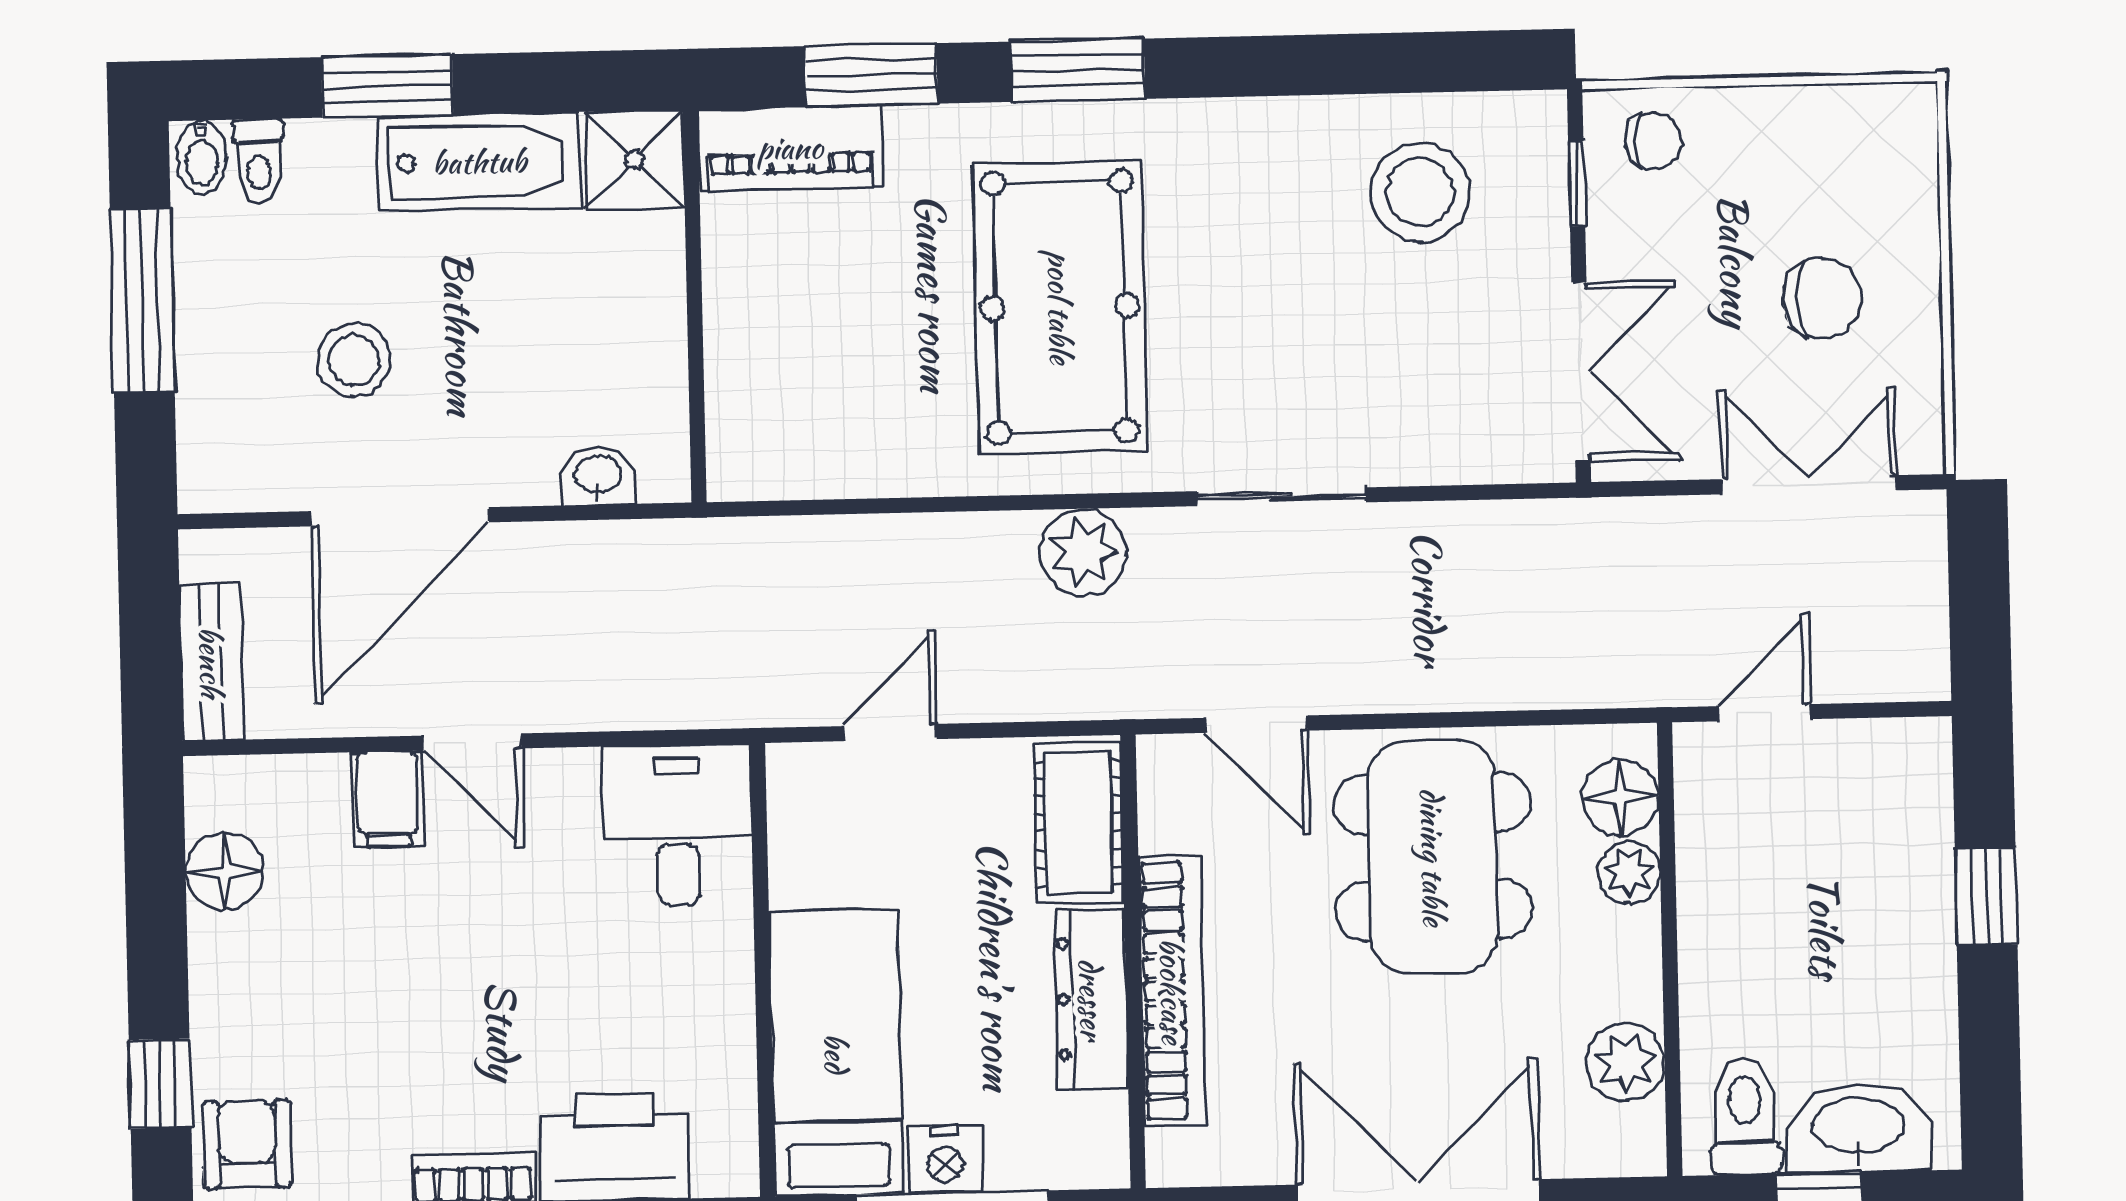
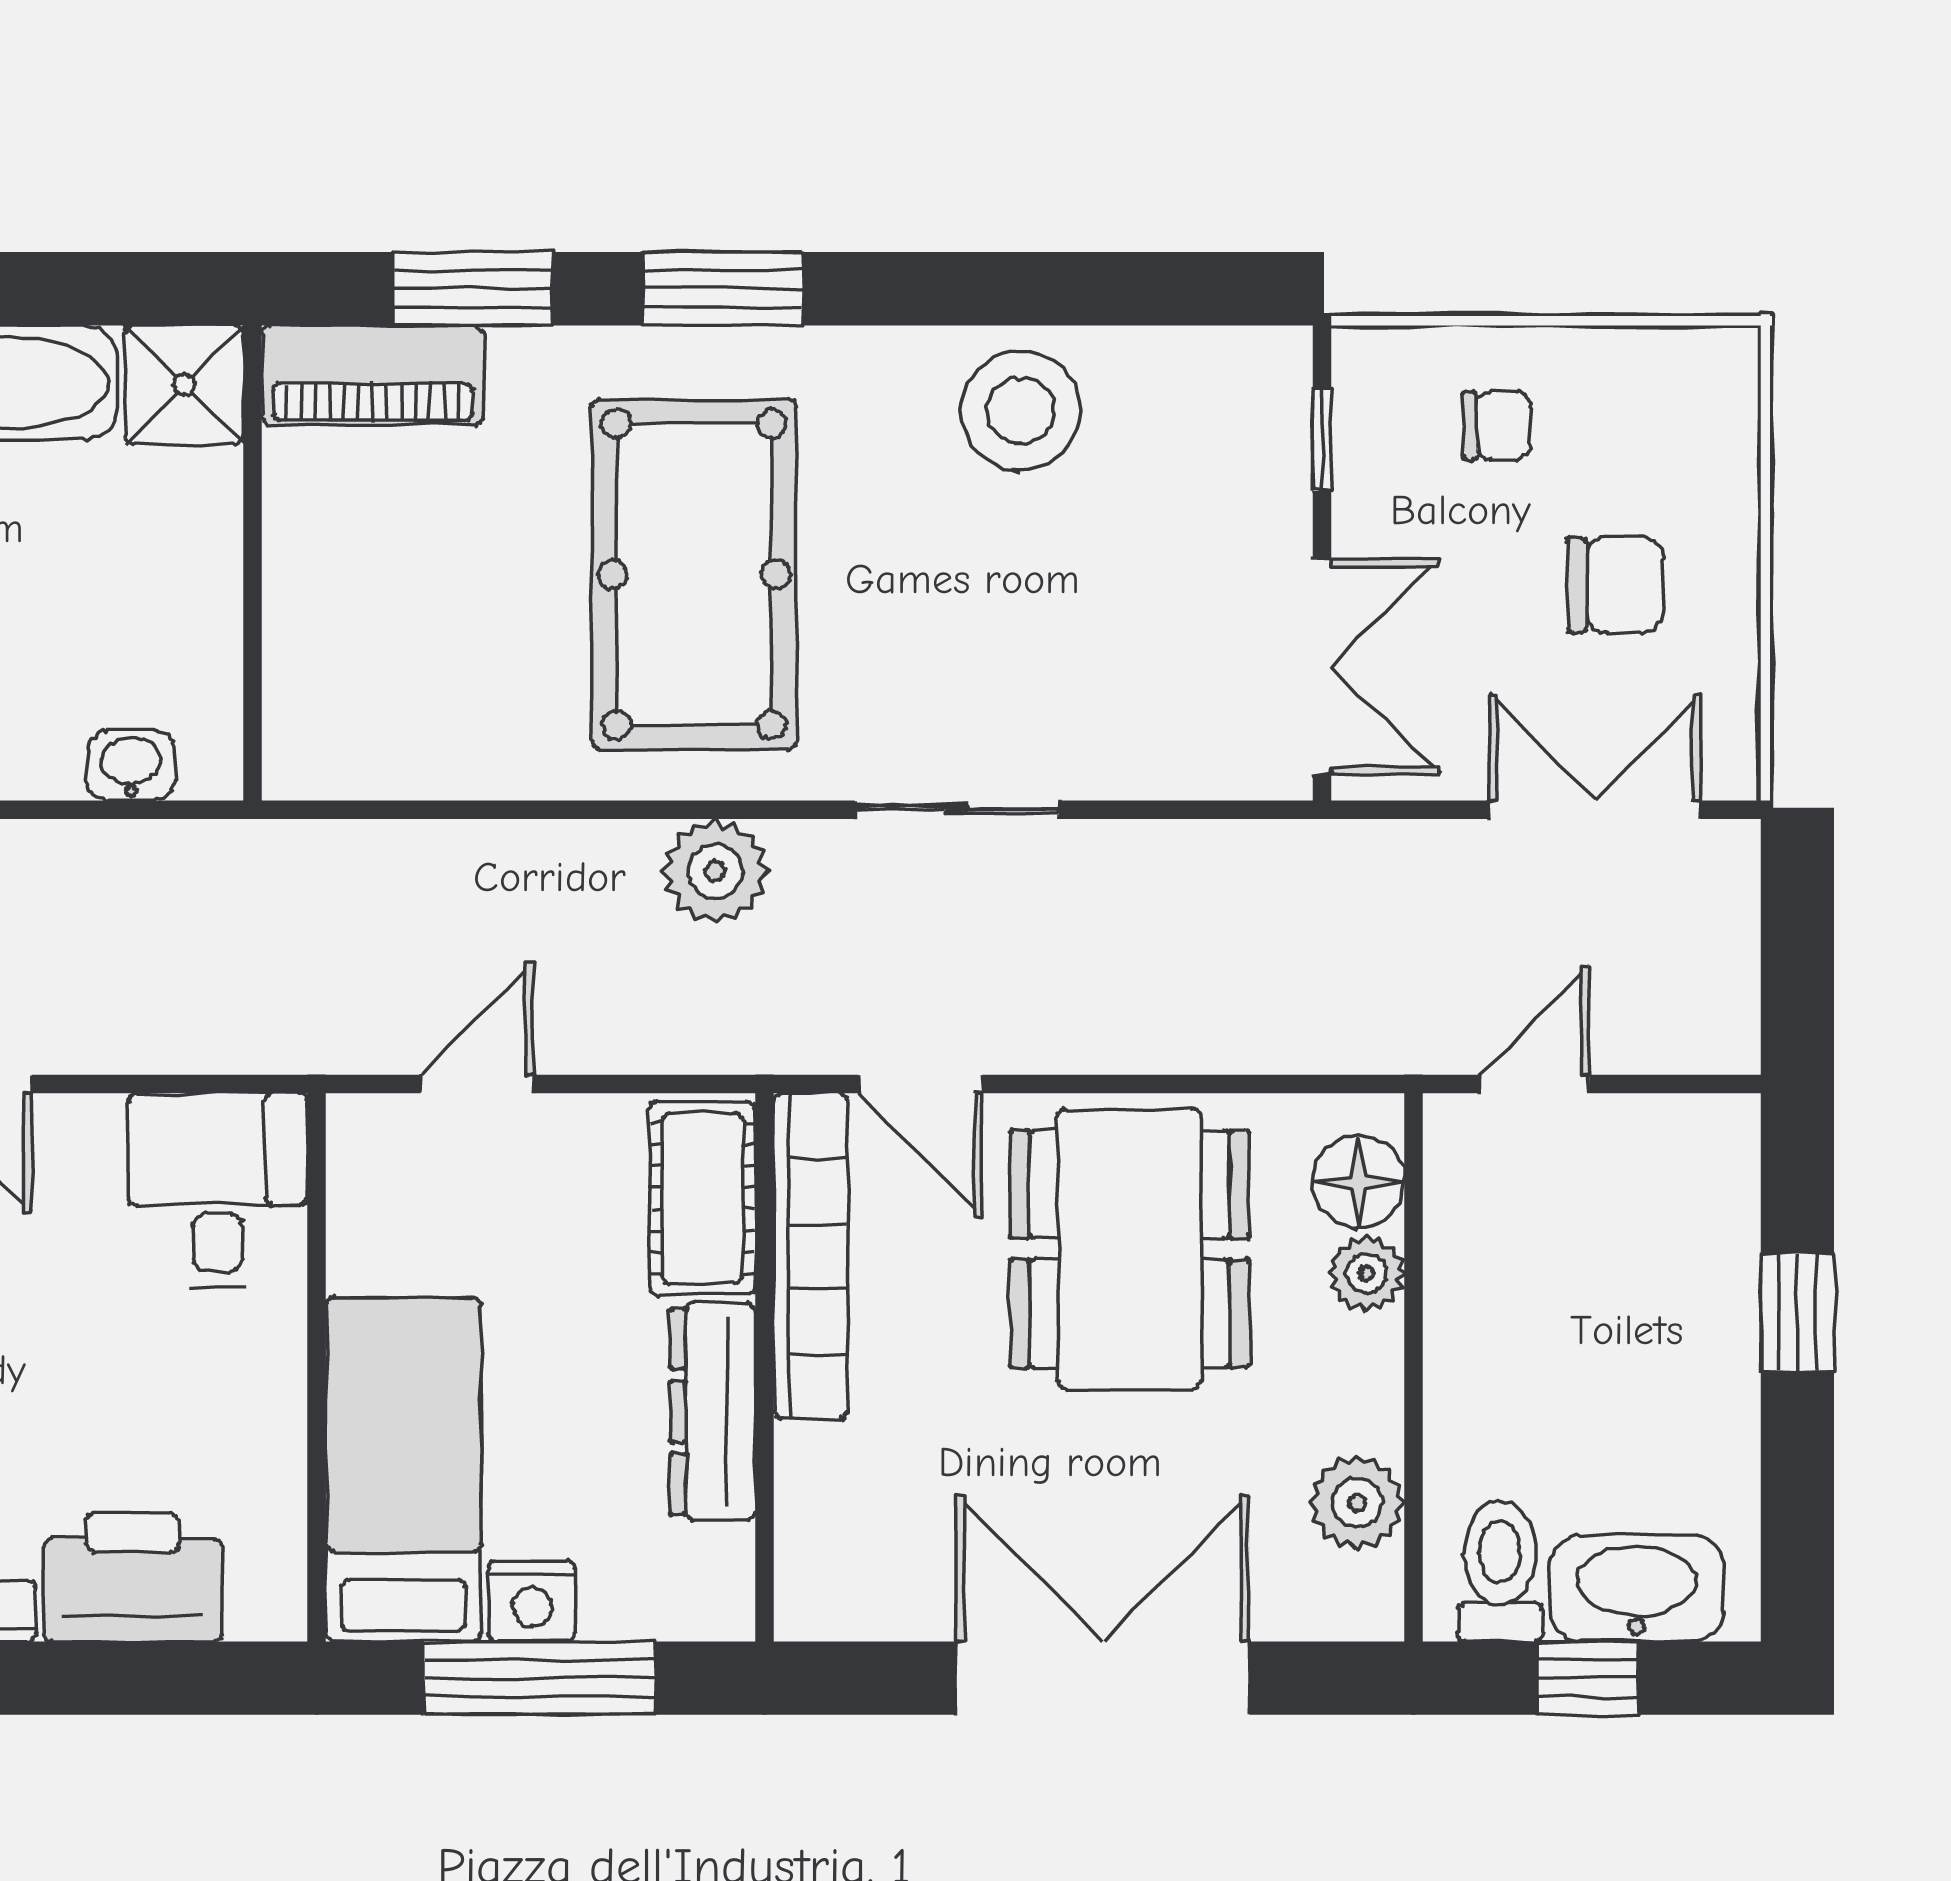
chair: (1653, 141) -> (1497, 426), moved
stool: (1420, 192) -> (1021, 411), moved
bookcase: (1172, 991) -> (811, 1256), moved

